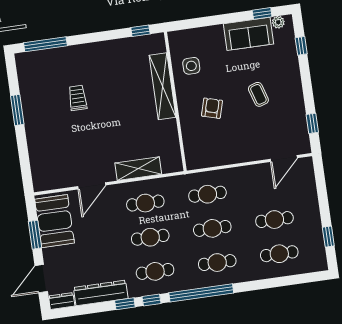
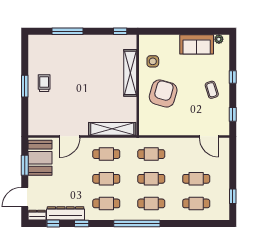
window: (262, 13) -> (208, 31), removed
window: (45, 44) -> (68, 31), moved
window: (301, 46) -> (233, 77), moved
coffee table: (258, 94) -> (212, 90), moved
trolley: (78, 98) -> (44, 83), moved
armchair: (212, 108) -> (163, 93), width x1.88, depth x1.88
window: (17, 110) -> (25, 86), moved
door: (284, 158) -> (209, 136), hinge flipped
shelving: (138, 169) -> (112, 129), width x1.47
window: (151, 300) -> (53, 223), moved

